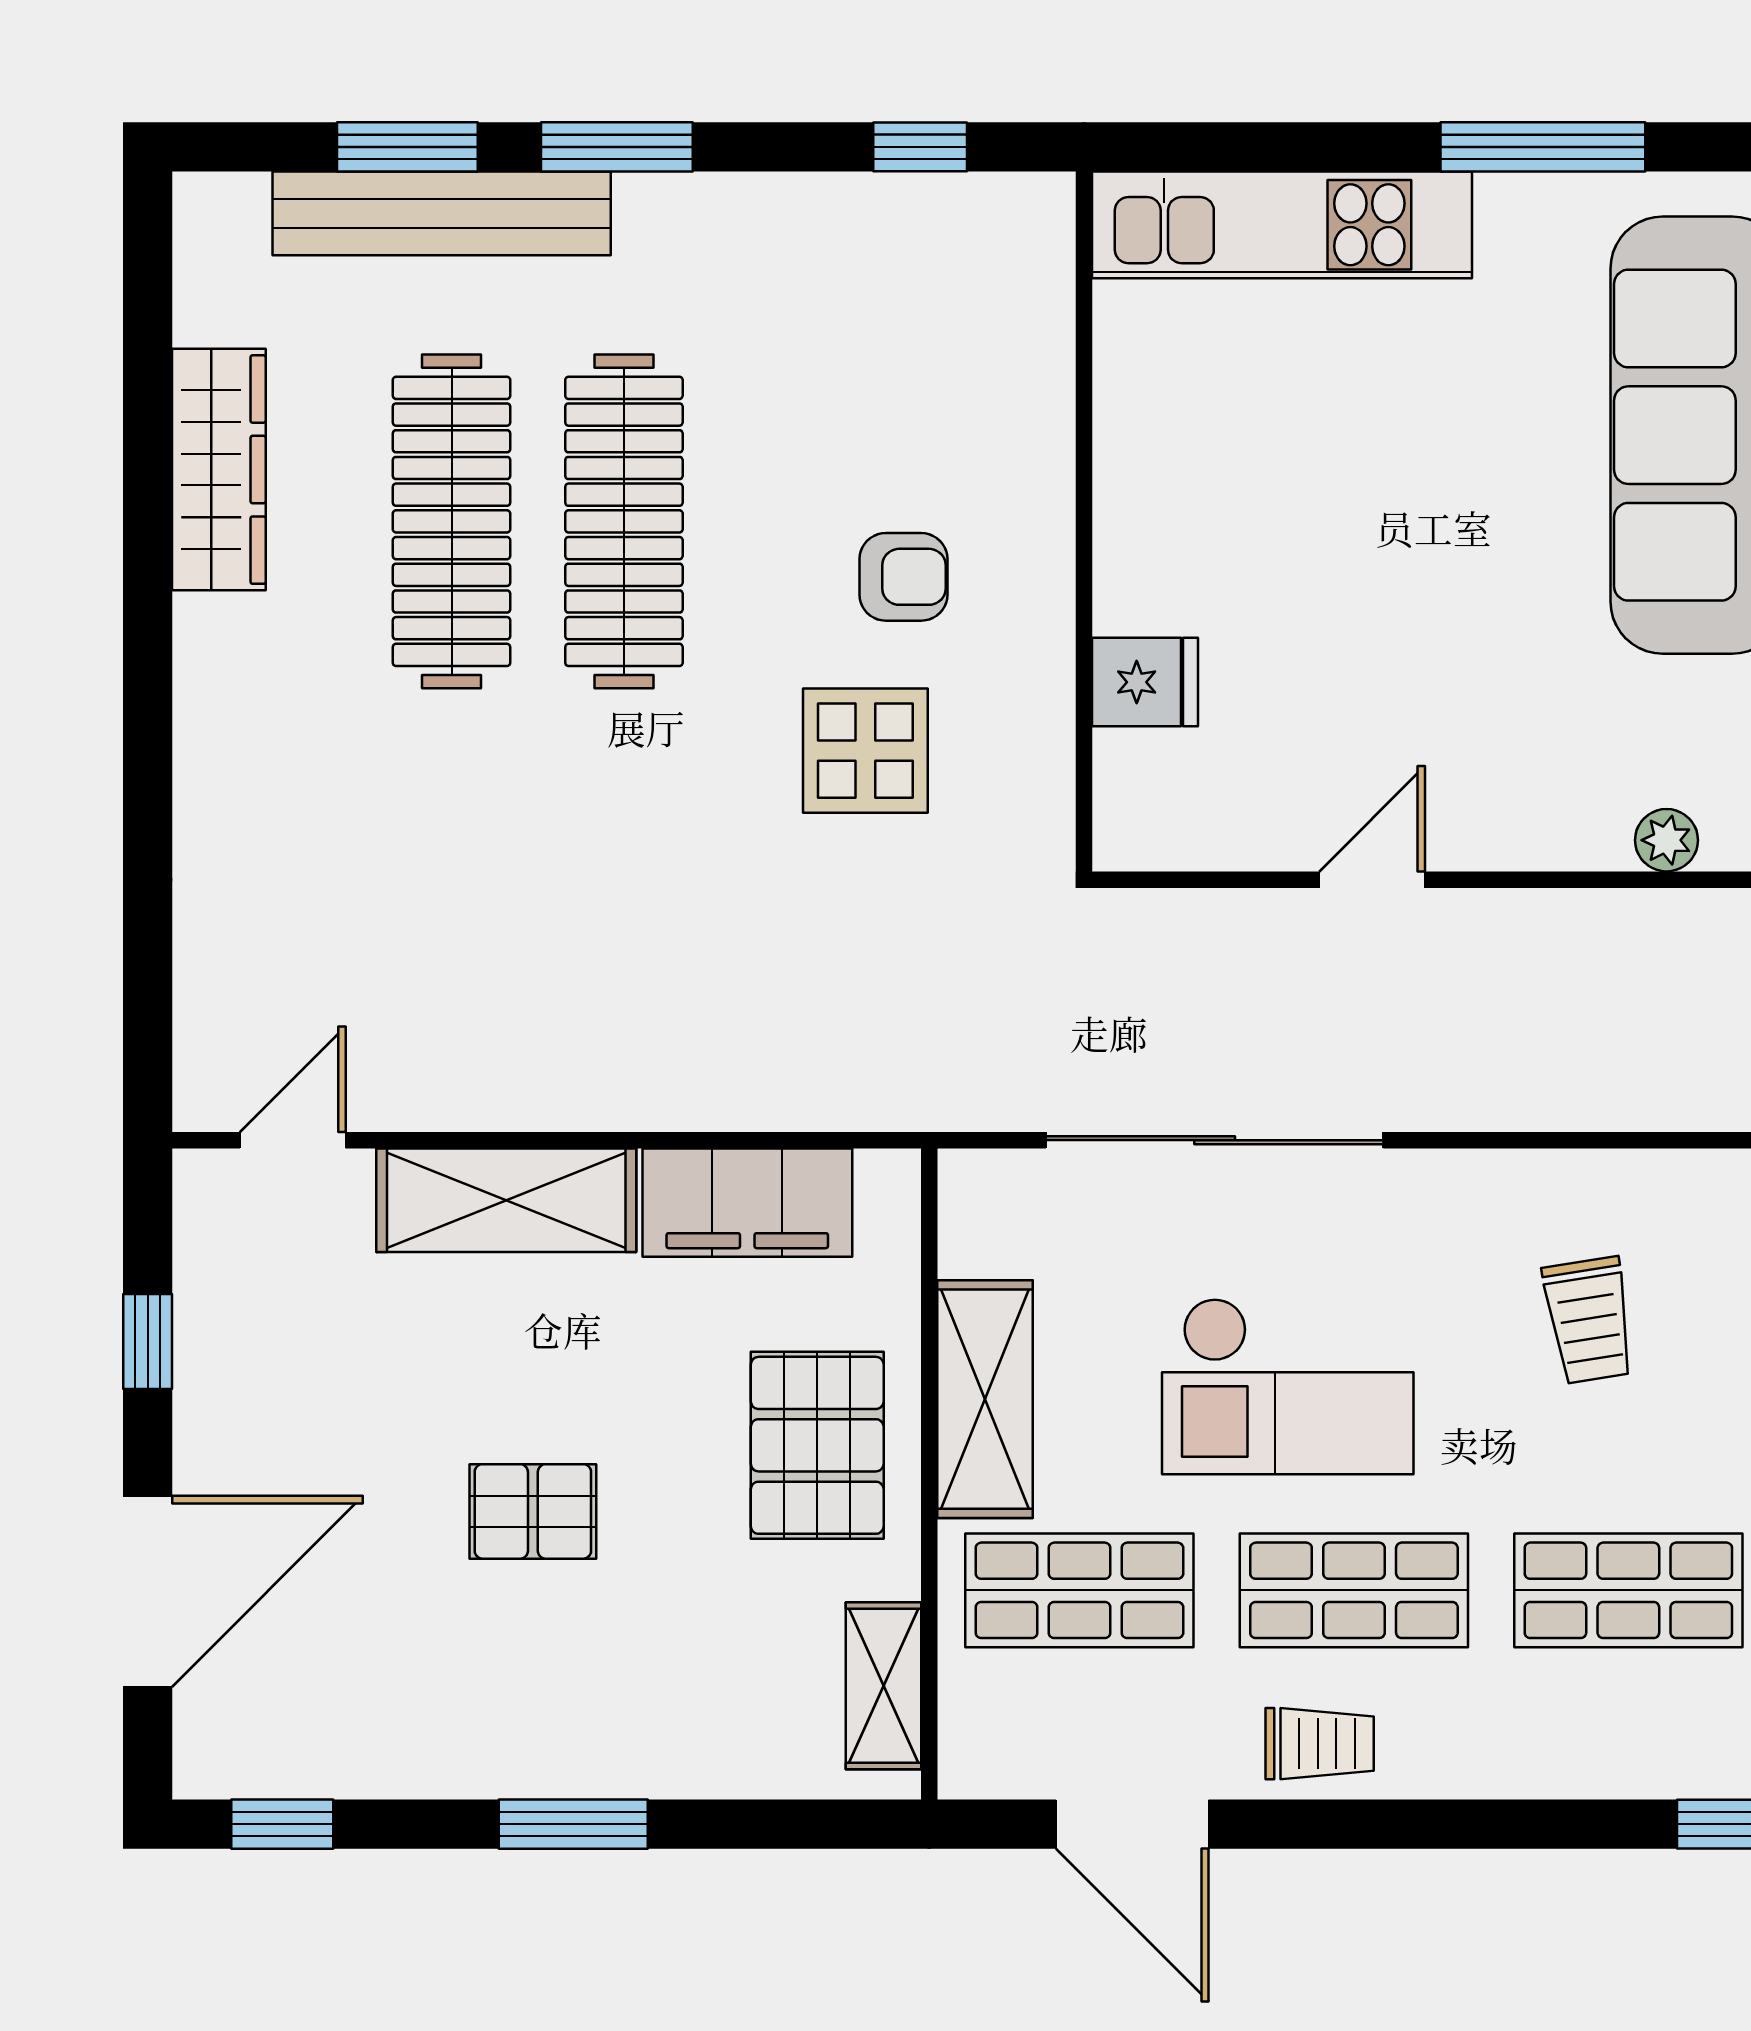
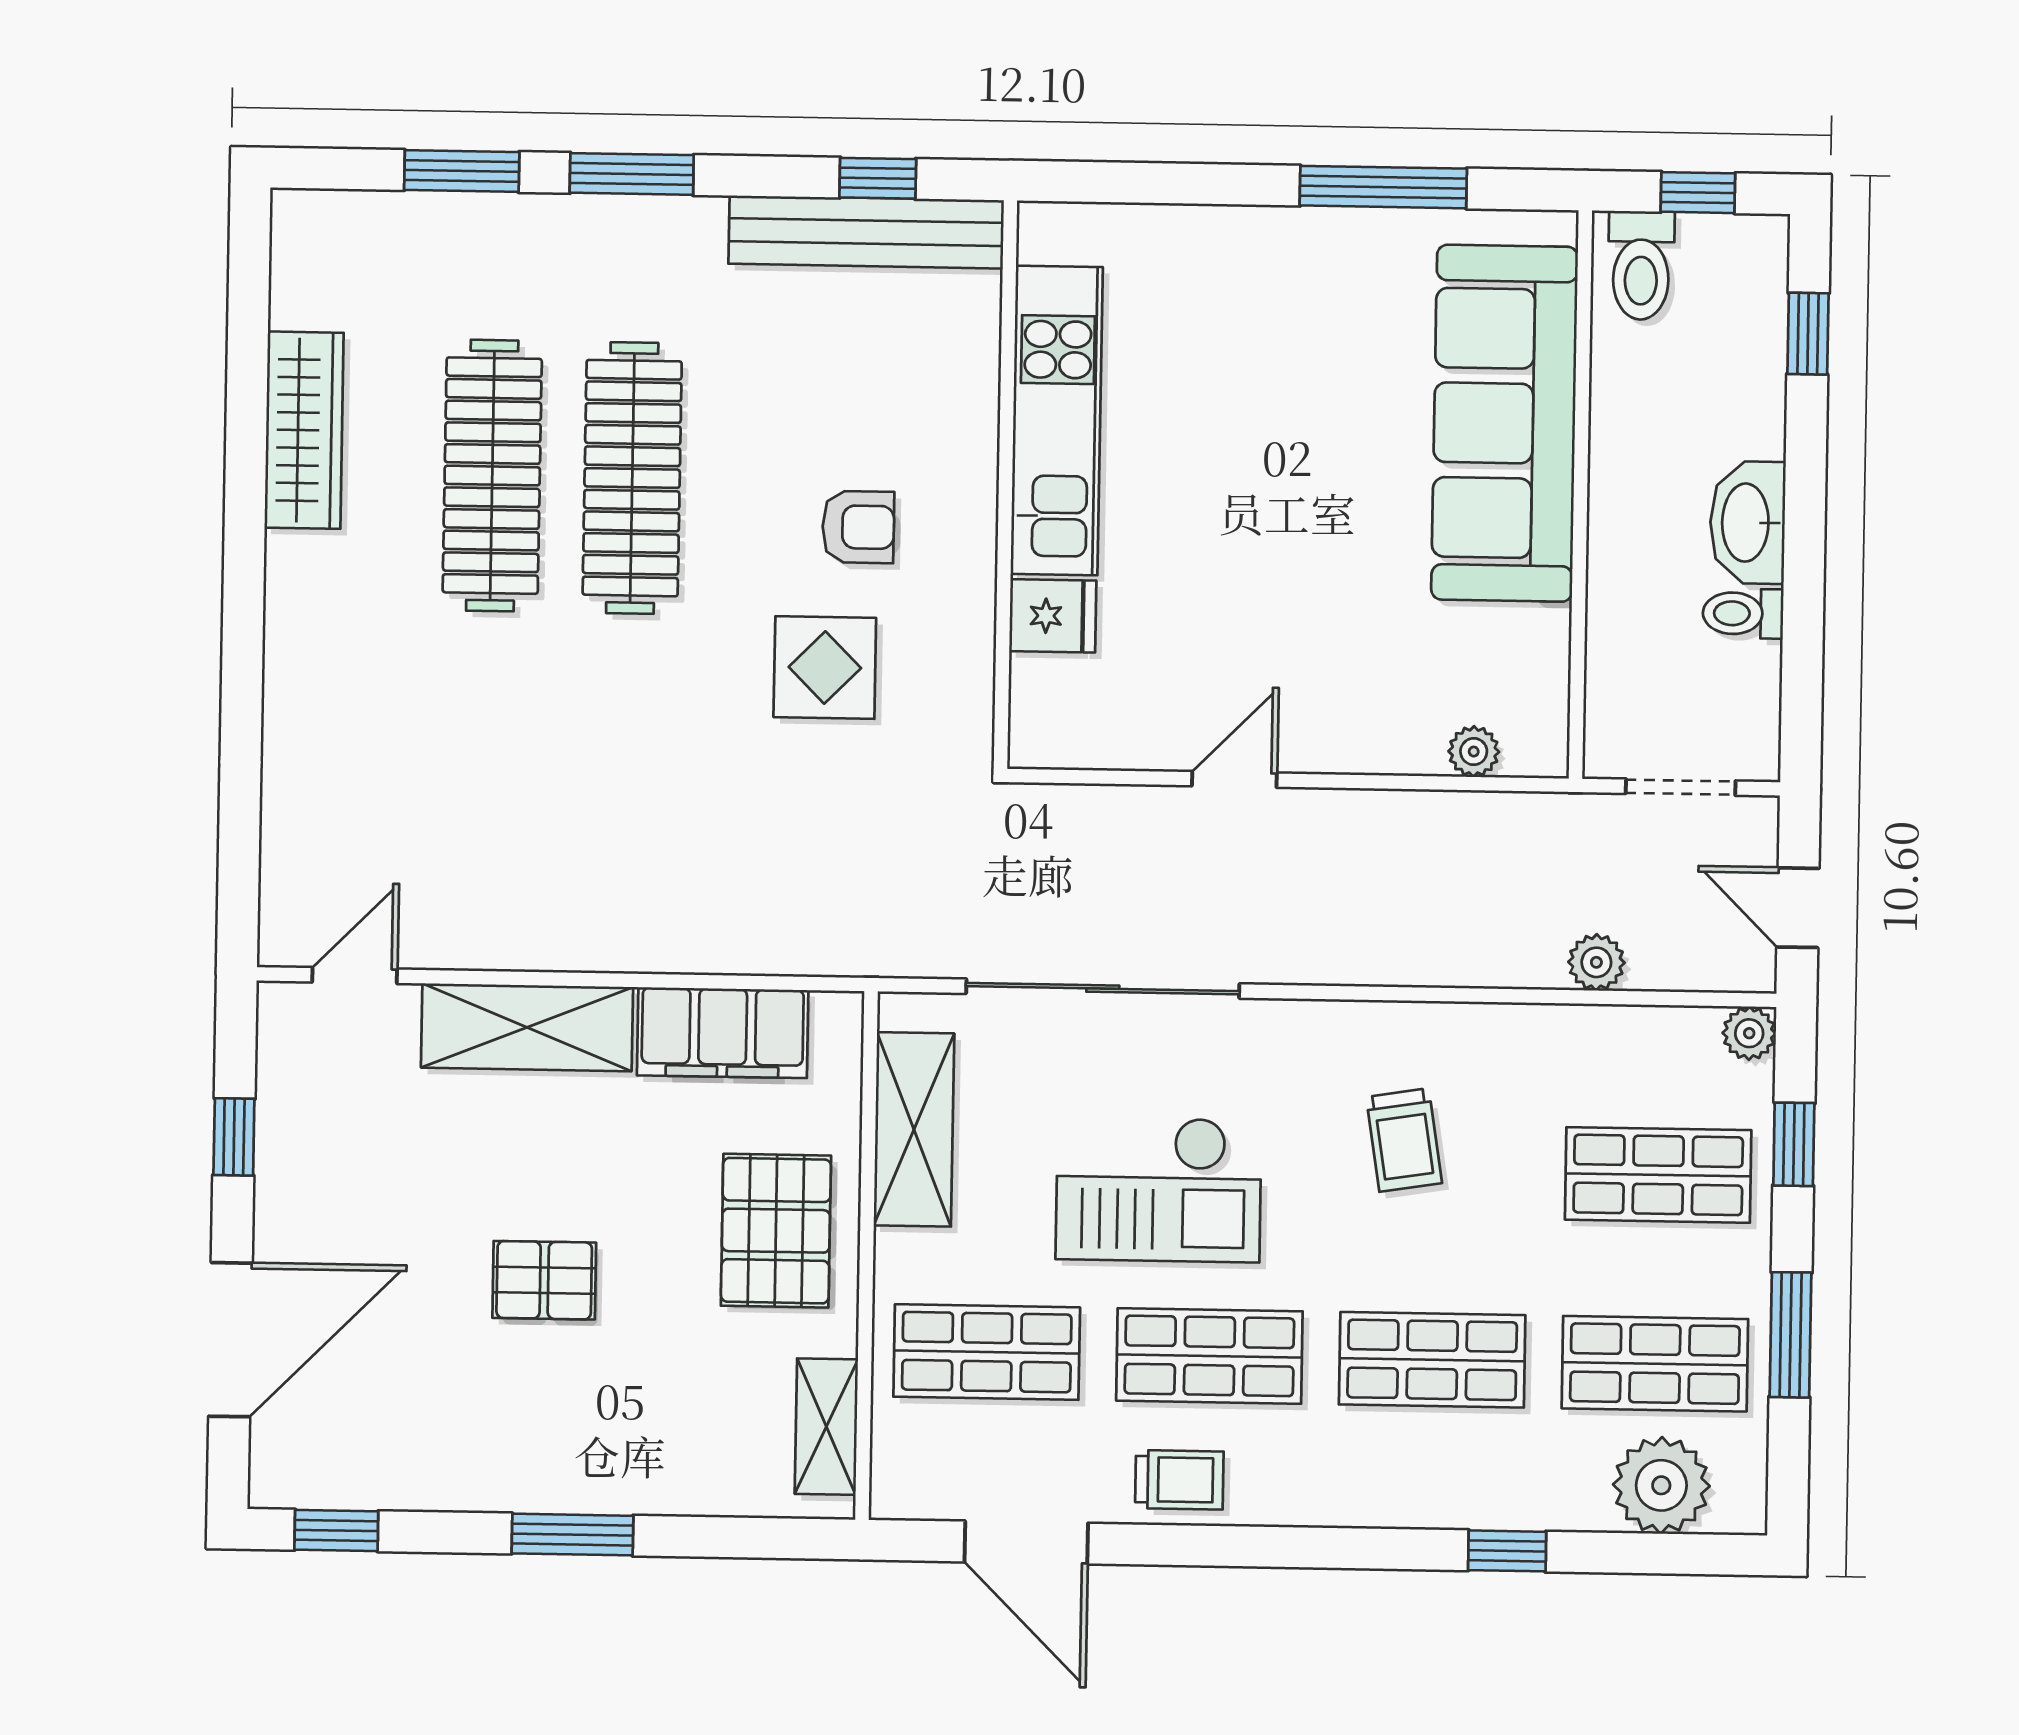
bench: (442, 213) -> (866, 232), moved
kitchen unit: (1282, 225) -> (1057, 420), moved, turned -90
shelving: (985, 1399) -> (914, 1129), moved

